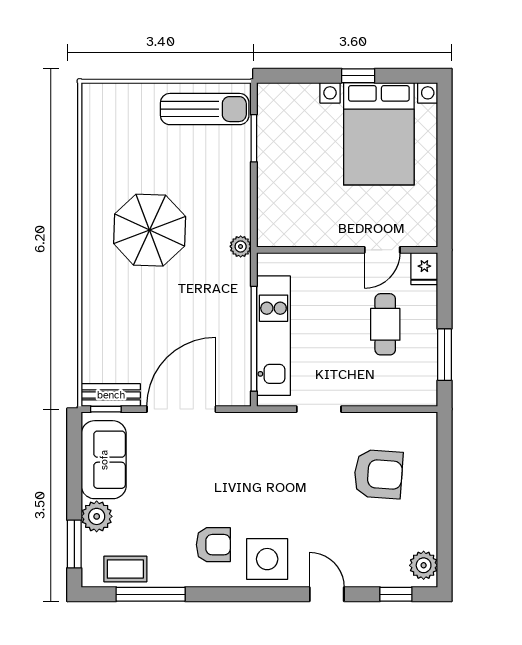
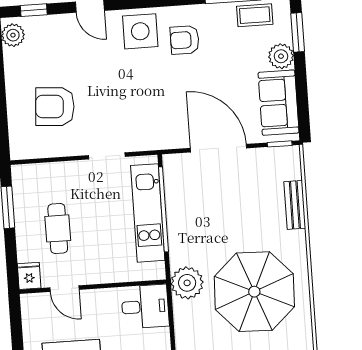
desk: (285, 221) -> (145, 307), added
parasol: (150, 230) -> (254, 292), width x1.36, depth x1.36
plant: (241, 246) -> (187, 283), width x1.87, depth x1.87
door: (382, 250) -> (64, 289), swing flipped
bench: (111, 395) -> (295, 205), moved, turned 90
door: (181, 409) -> (218, 148), swing flipped

